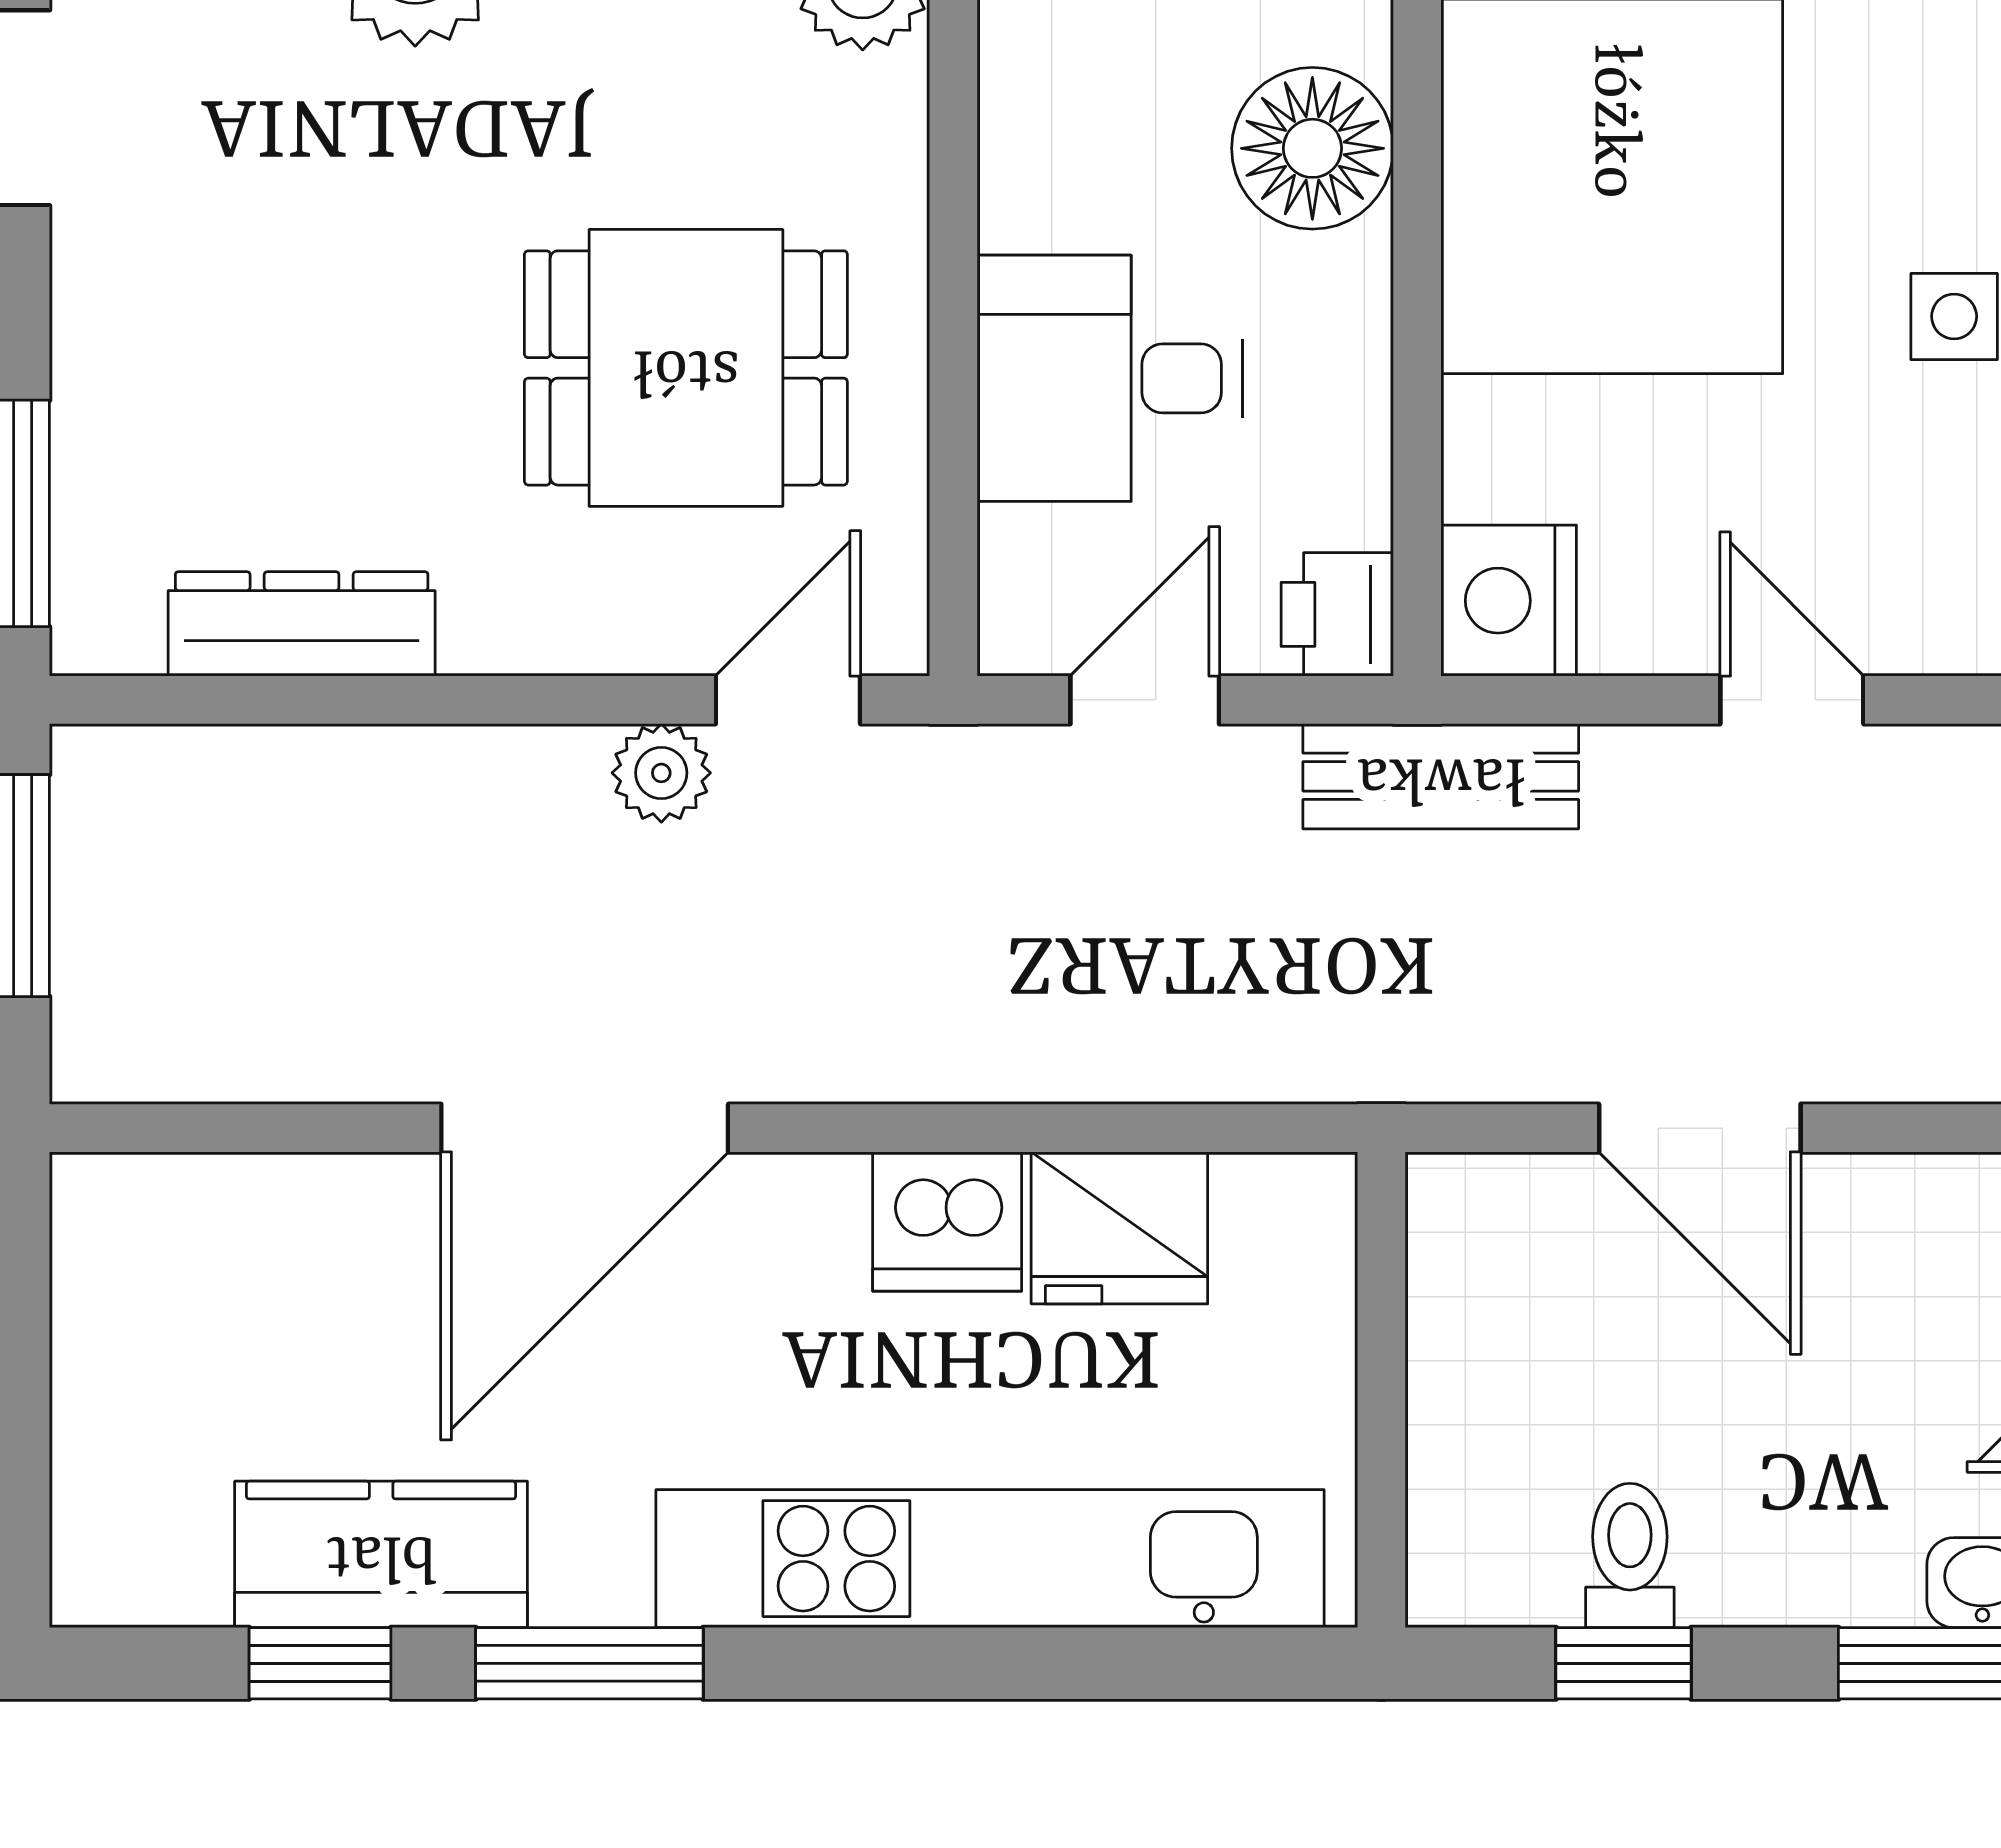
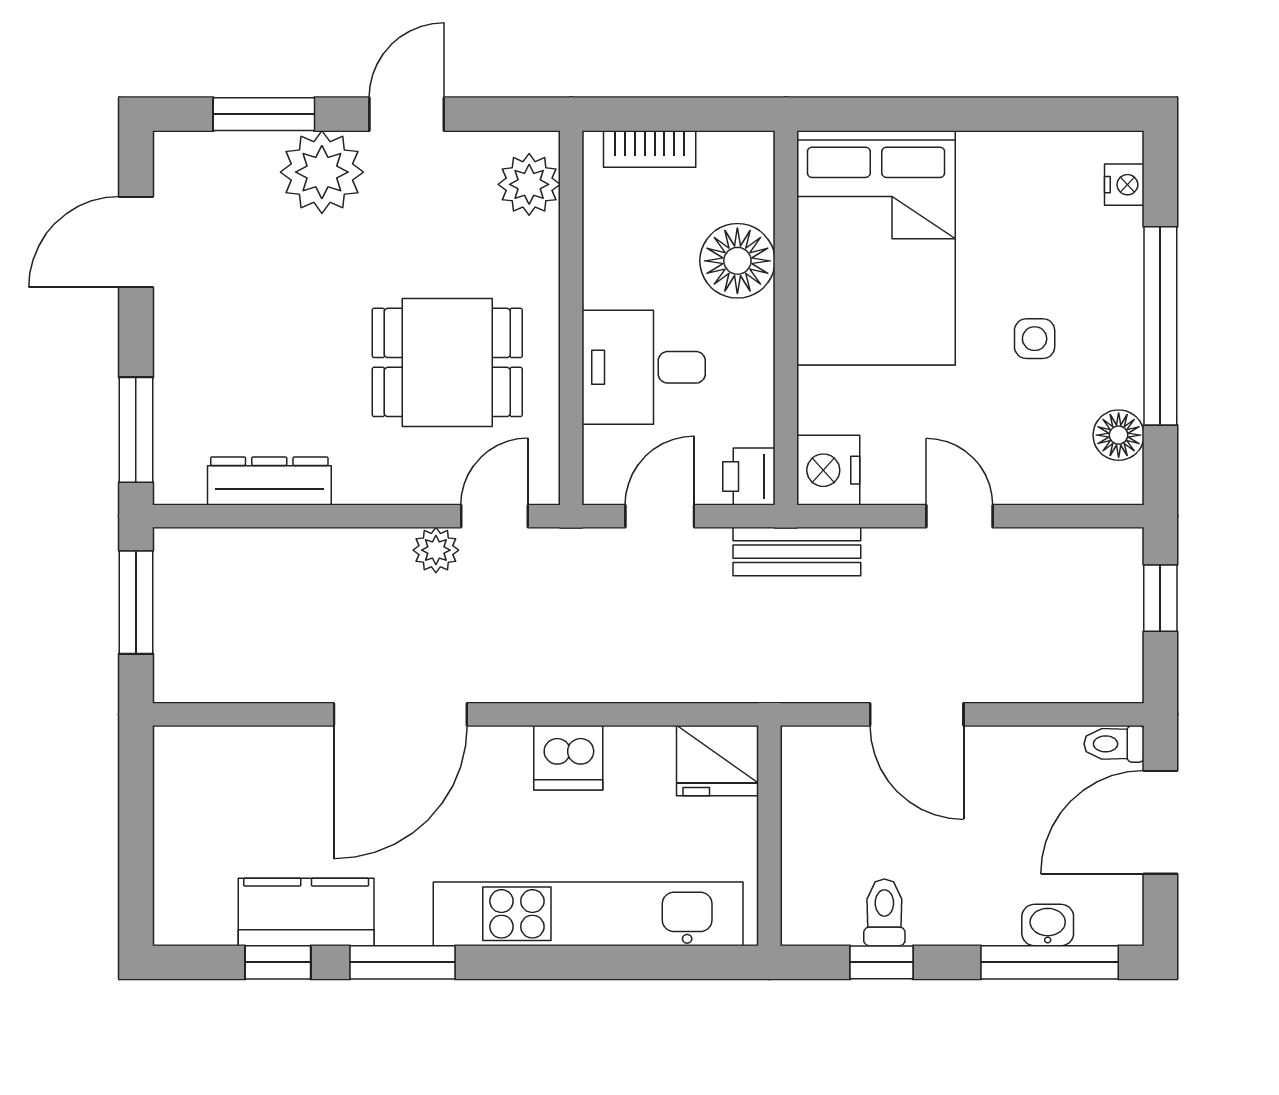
fridge: (1119, 1228) -> (717, 761), moved

